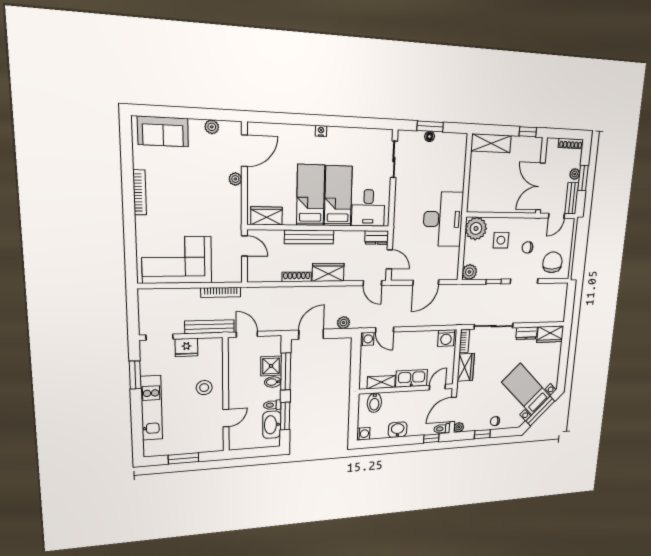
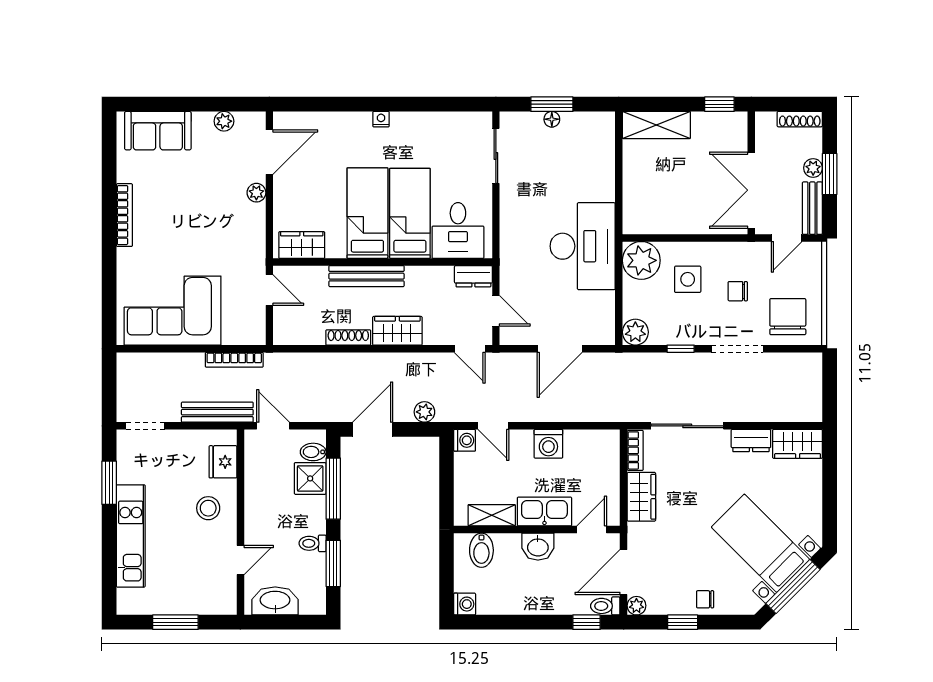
washing machine: (446, 338) -> (548, 444), moved
fridge: (186, 347) -> (223, 462), moved, turned 90
bidet: (273, 382) -> (313, 452), moved
washbasin: (272, 425) -> (275, 601), moved, turned 90
washbasin: (398, 430) -> (538, 547), moved, turned 180

